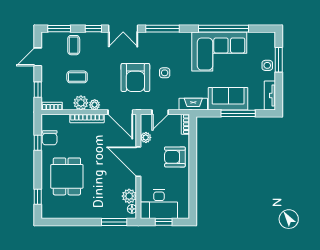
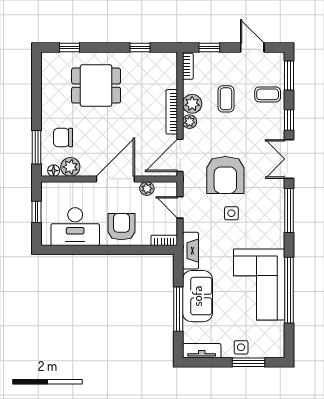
armchair: (135, 77) -> (225, 175), turned -90
chair: (50, 138) -> (63, 138), moved
desk: (159, 204) -> (75, 227), moved, turned -90

